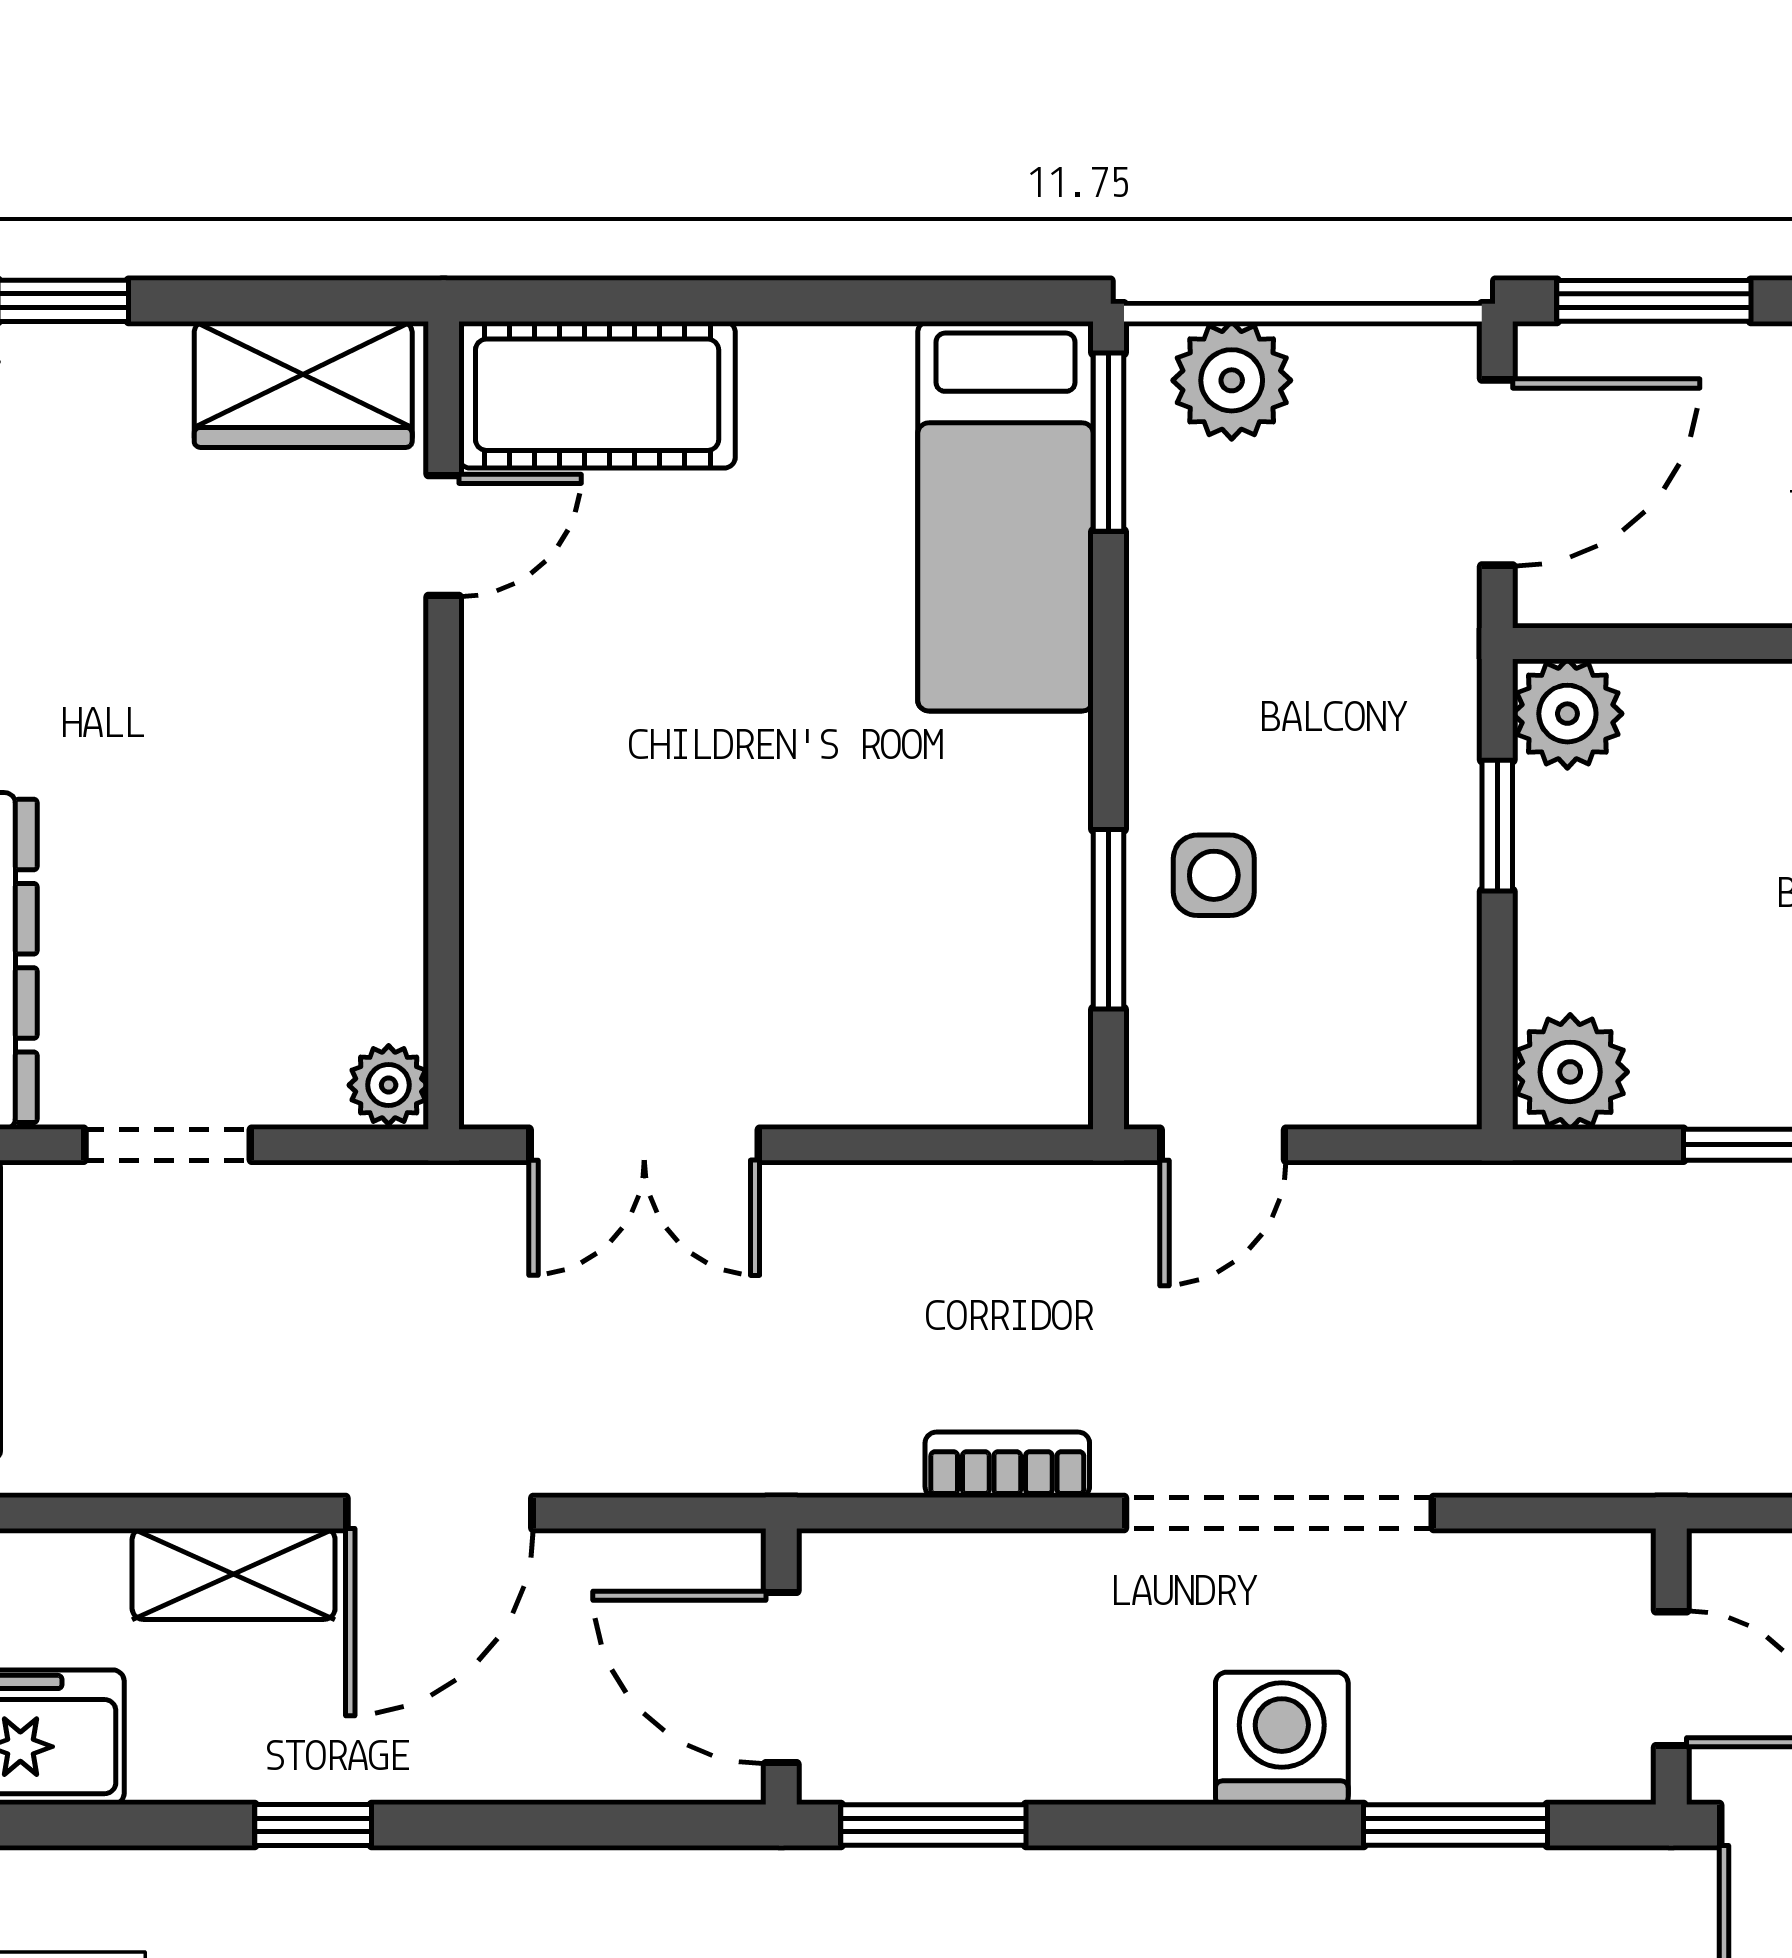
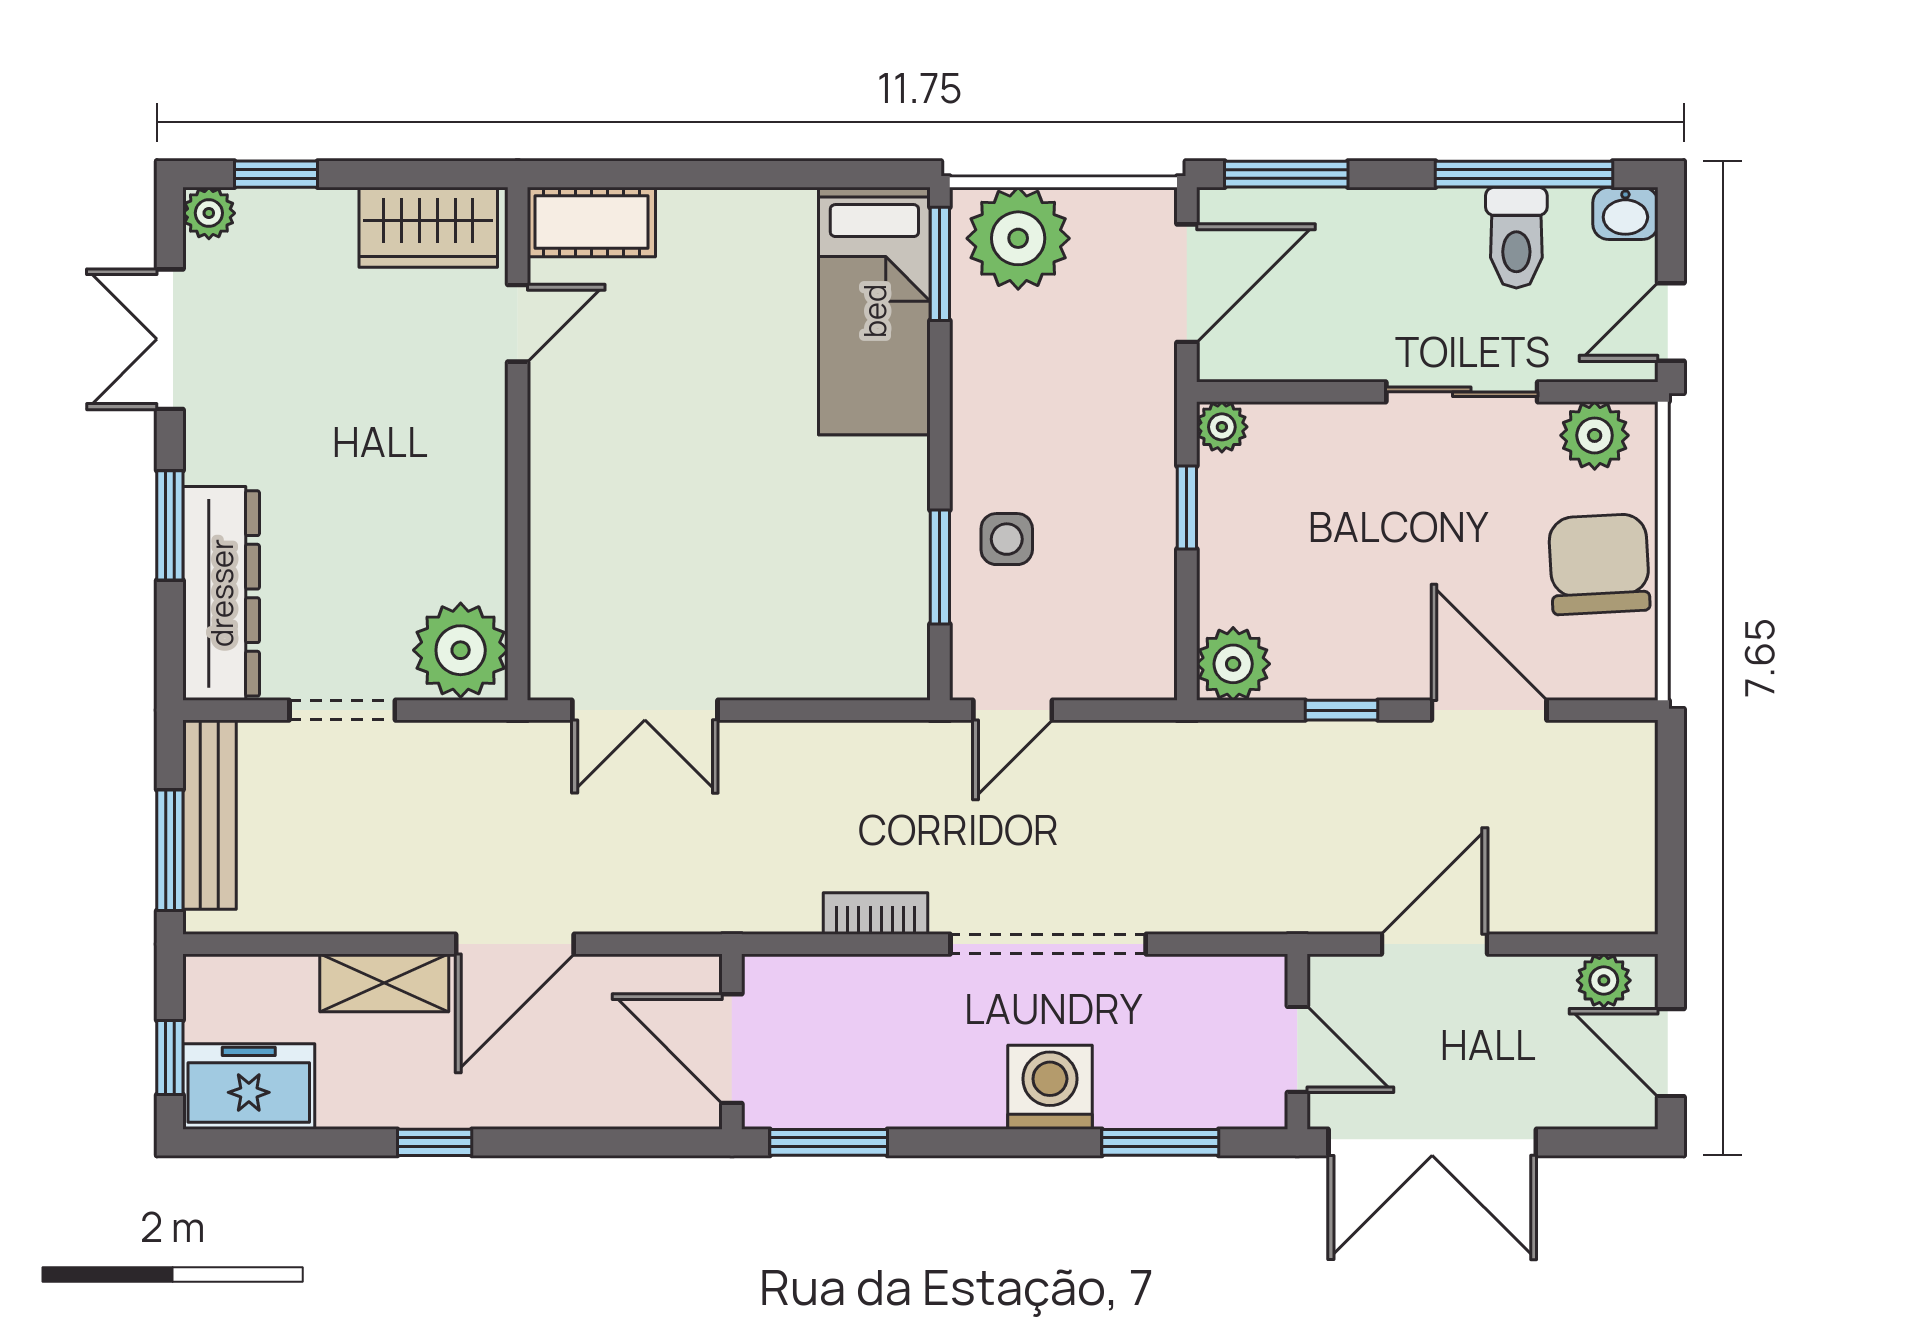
plant: (1232, 380) -> (1018, 238), width x1.36, depth x1.36
cot: (597, 395) -> (591, 222), width x0.73, depth x0.75
plant: (1567, 714) -> (1222, 427), width x0.73, depth x0.73
plant: (389, 1085) -> (461, 650), width x1.88, depth x1.88

